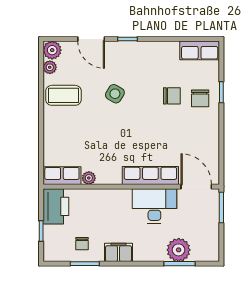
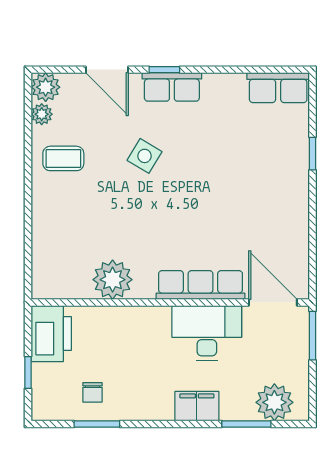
coffee table: (63, 95) -> (63, 158), width x0.73, depth x0.77
chair: (172, 96) -> (234, 159), removed
chair: (200, 98) -> (279, 163), removed
row of seats: (62, 176) -> (172, 87), moved, turned 180
plant: (89, 178) -> (113, 280), width x1.88, depth x1.88
plant: (179, 250) -> (274, 402), moved
filing cabinet: (118, 252) -> (197, 406), moved

